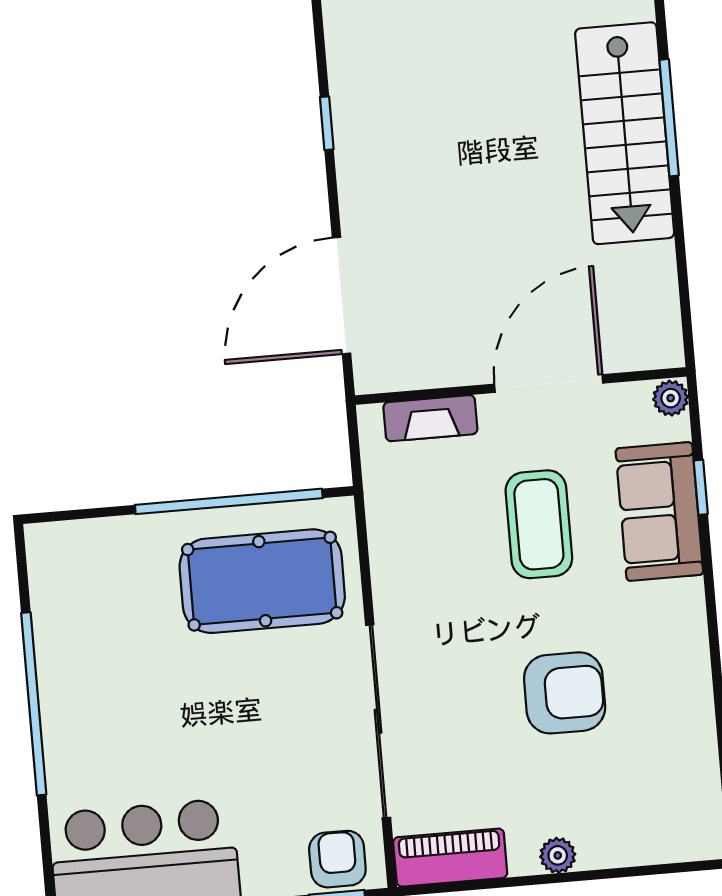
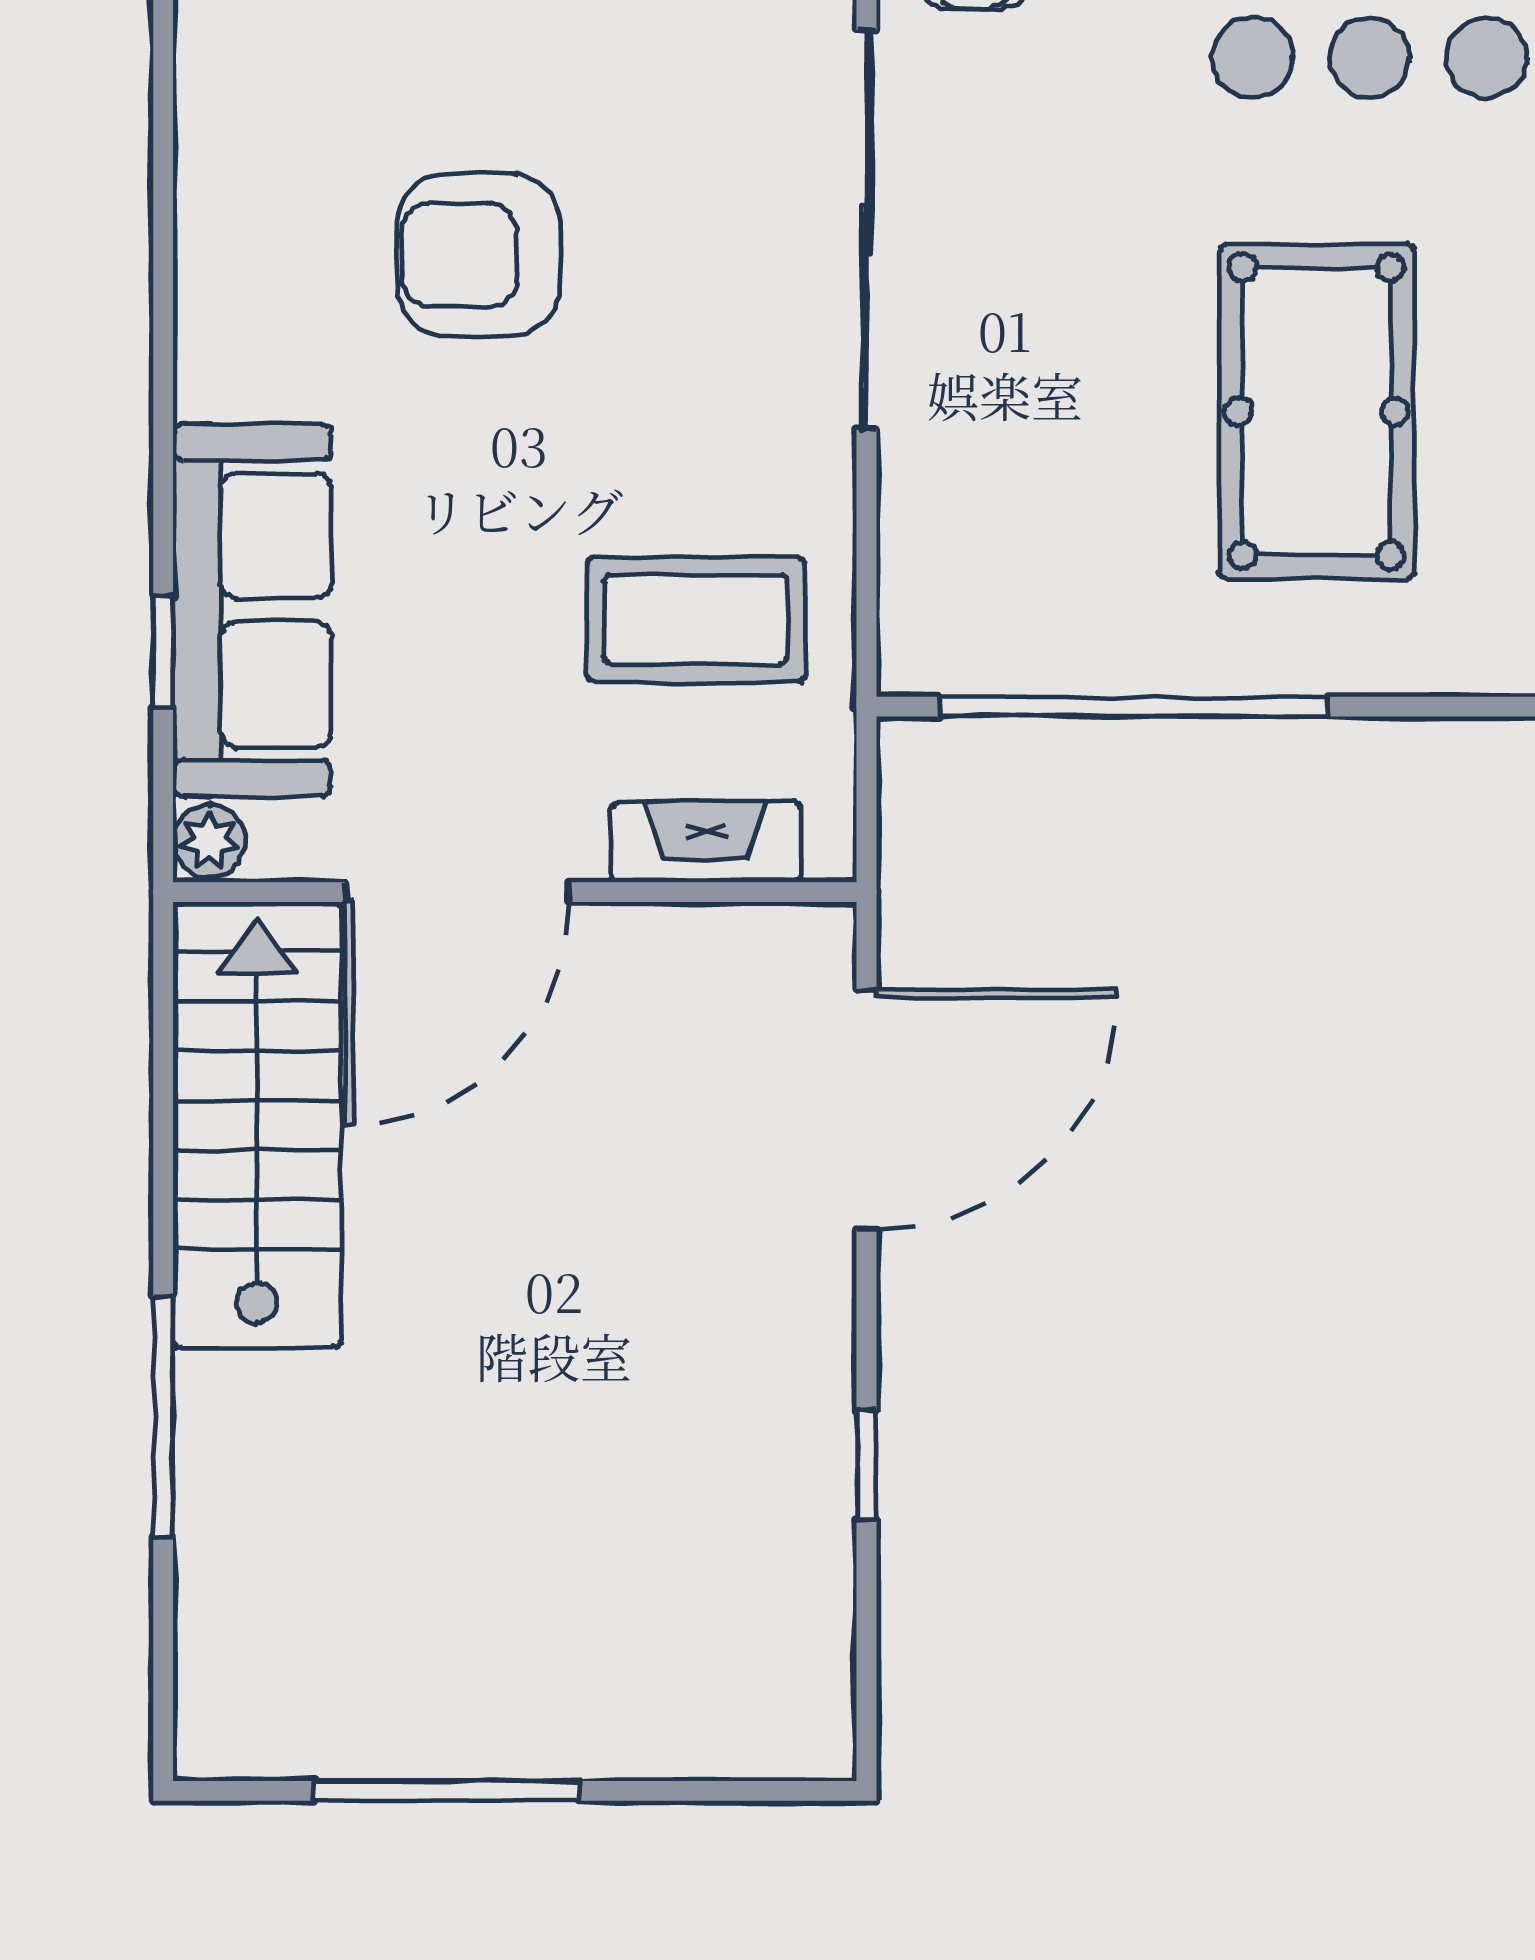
stairs: (625, 133) -> (257, 1125), moved
sofa: (659, 512) -> (252, 610), width x1.36
coffee table: (539, 524) -> (696, 619), moved, turned 90
pool table: (262, 581) -> (1317, 411), moved, turned 90

